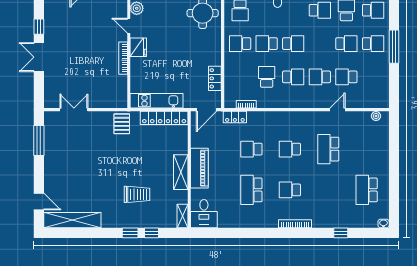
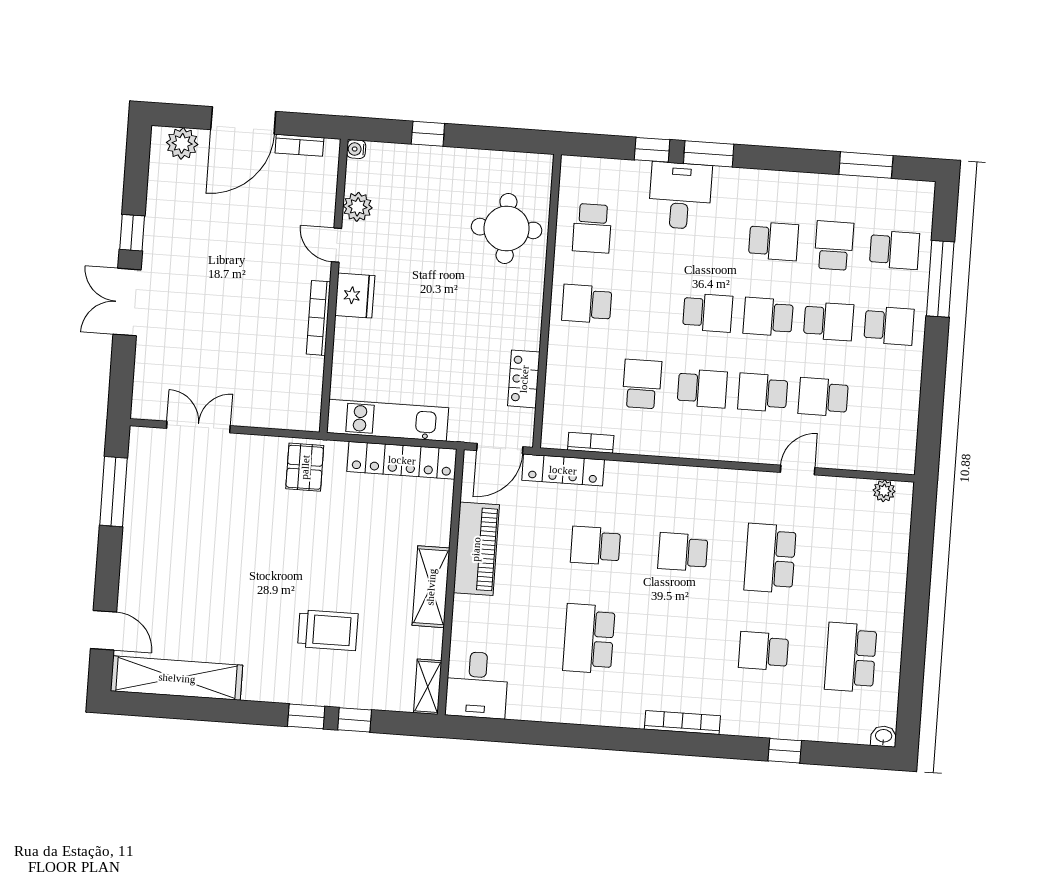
school desk: (267, 44) -> (768, 317), moved
window: (394, 47) -> (940, 279), moved
locker: (235, 117) -> (563, 470), width x1.53
piano: (199, 168) -> (476, 549), moved
school desk: (290, 190) -> (763, 651), moved

